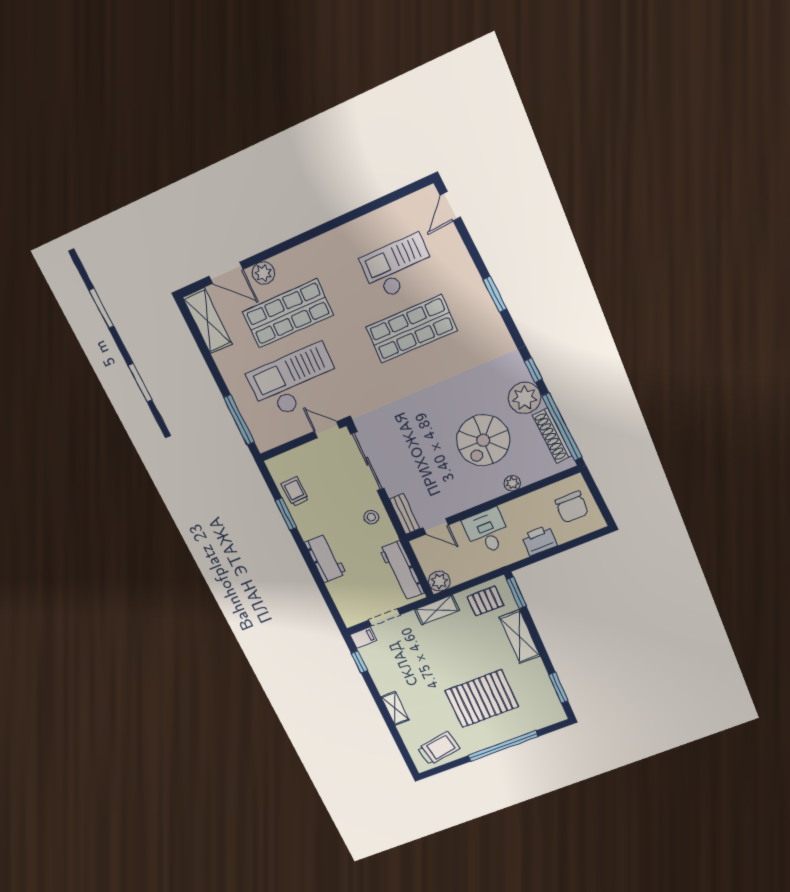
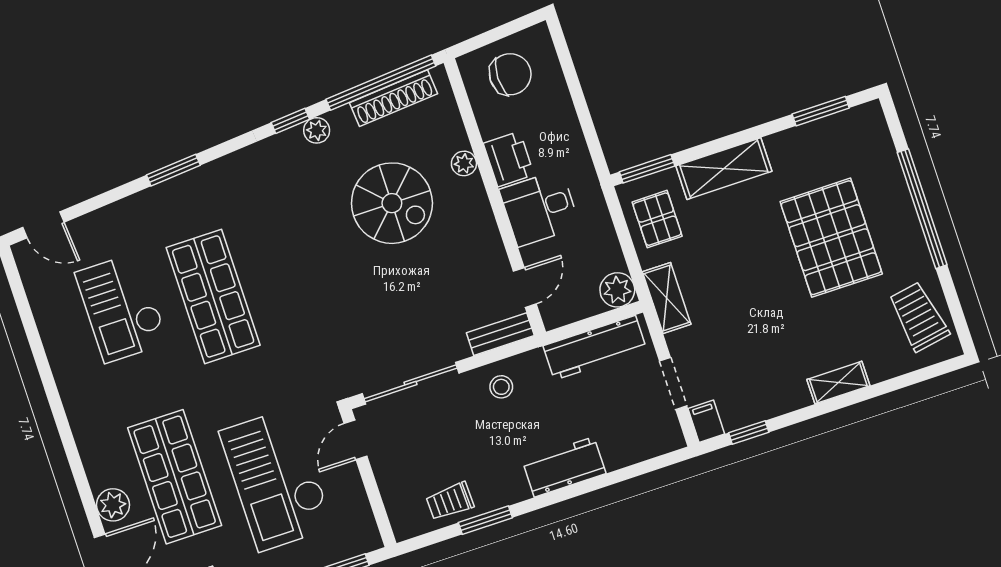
plant: (525, 398) -> (317, 130), width x0.53, depth x0.53
printer: (539, 541) -> (509, 159), moved, turned 180

